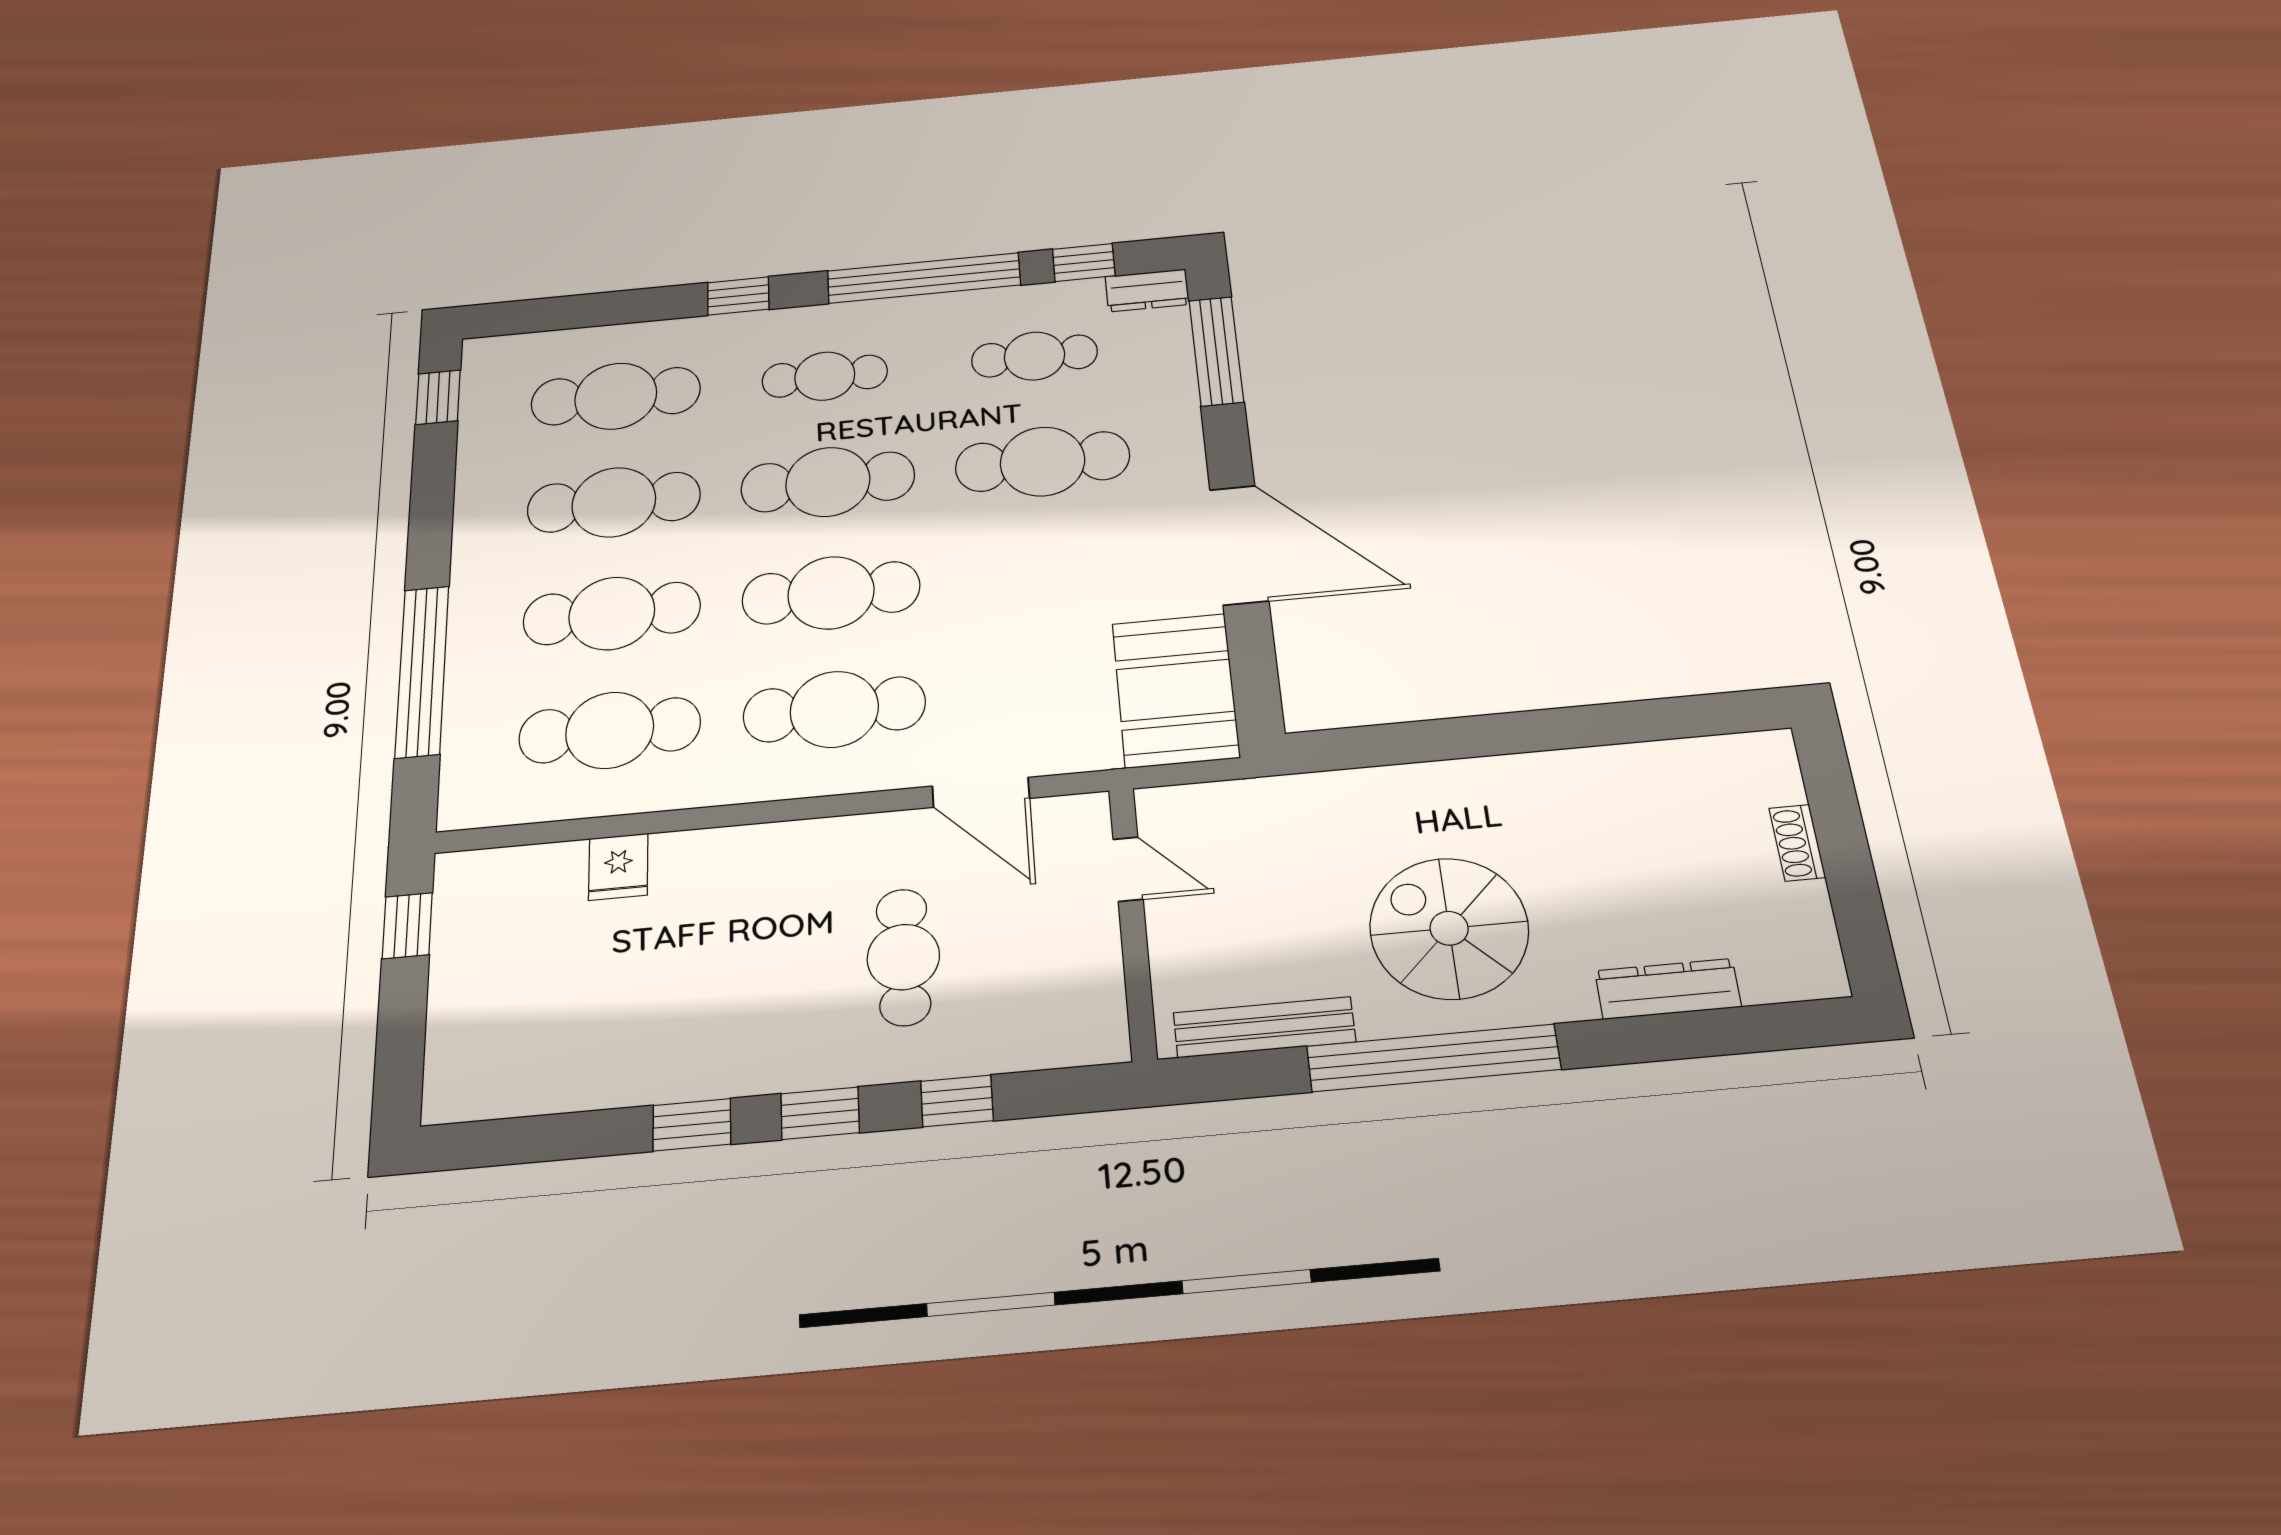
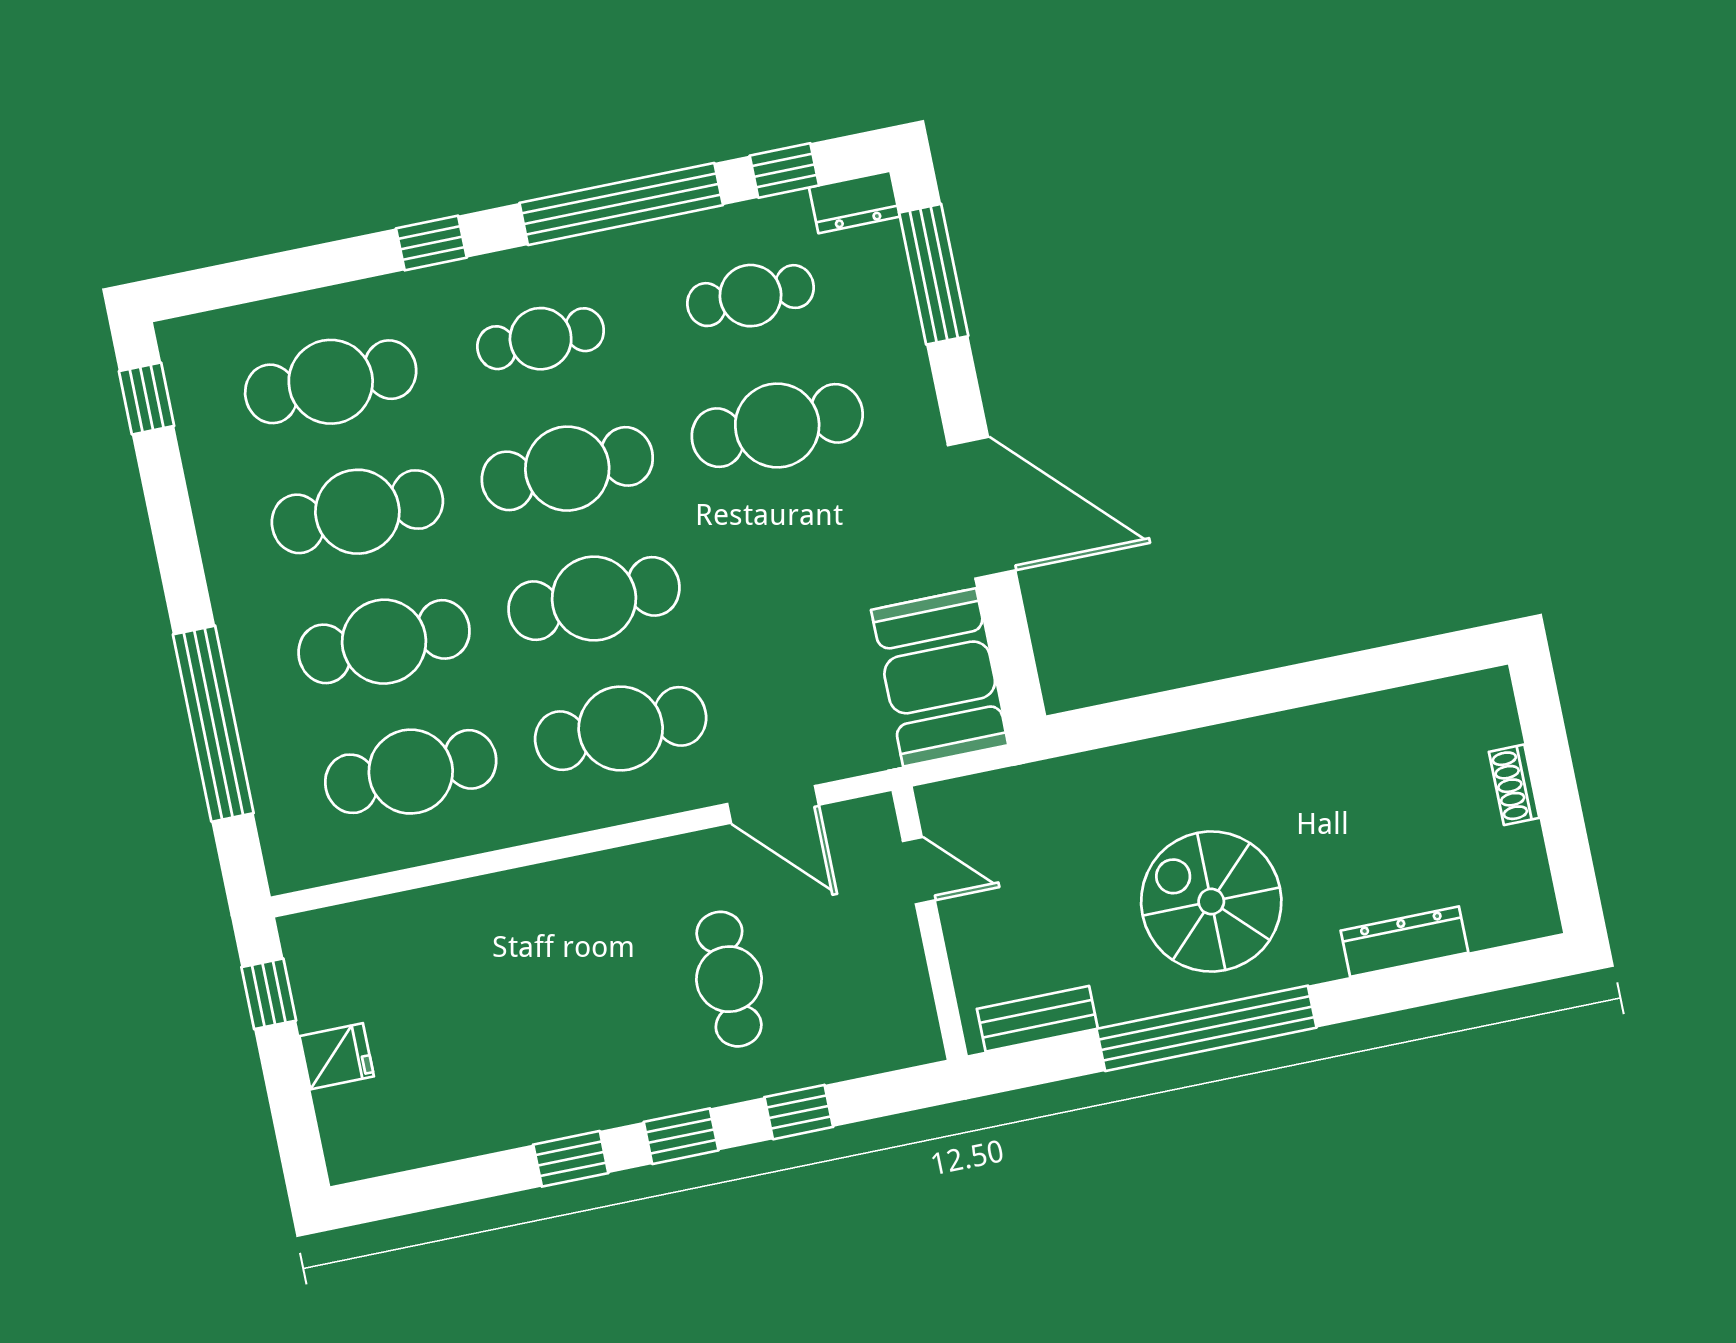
fridge: (618, 867) -> (337, 1056), moved, turned -90
bench: (1264, 1027) -> (1037, 1019), width x0.73

